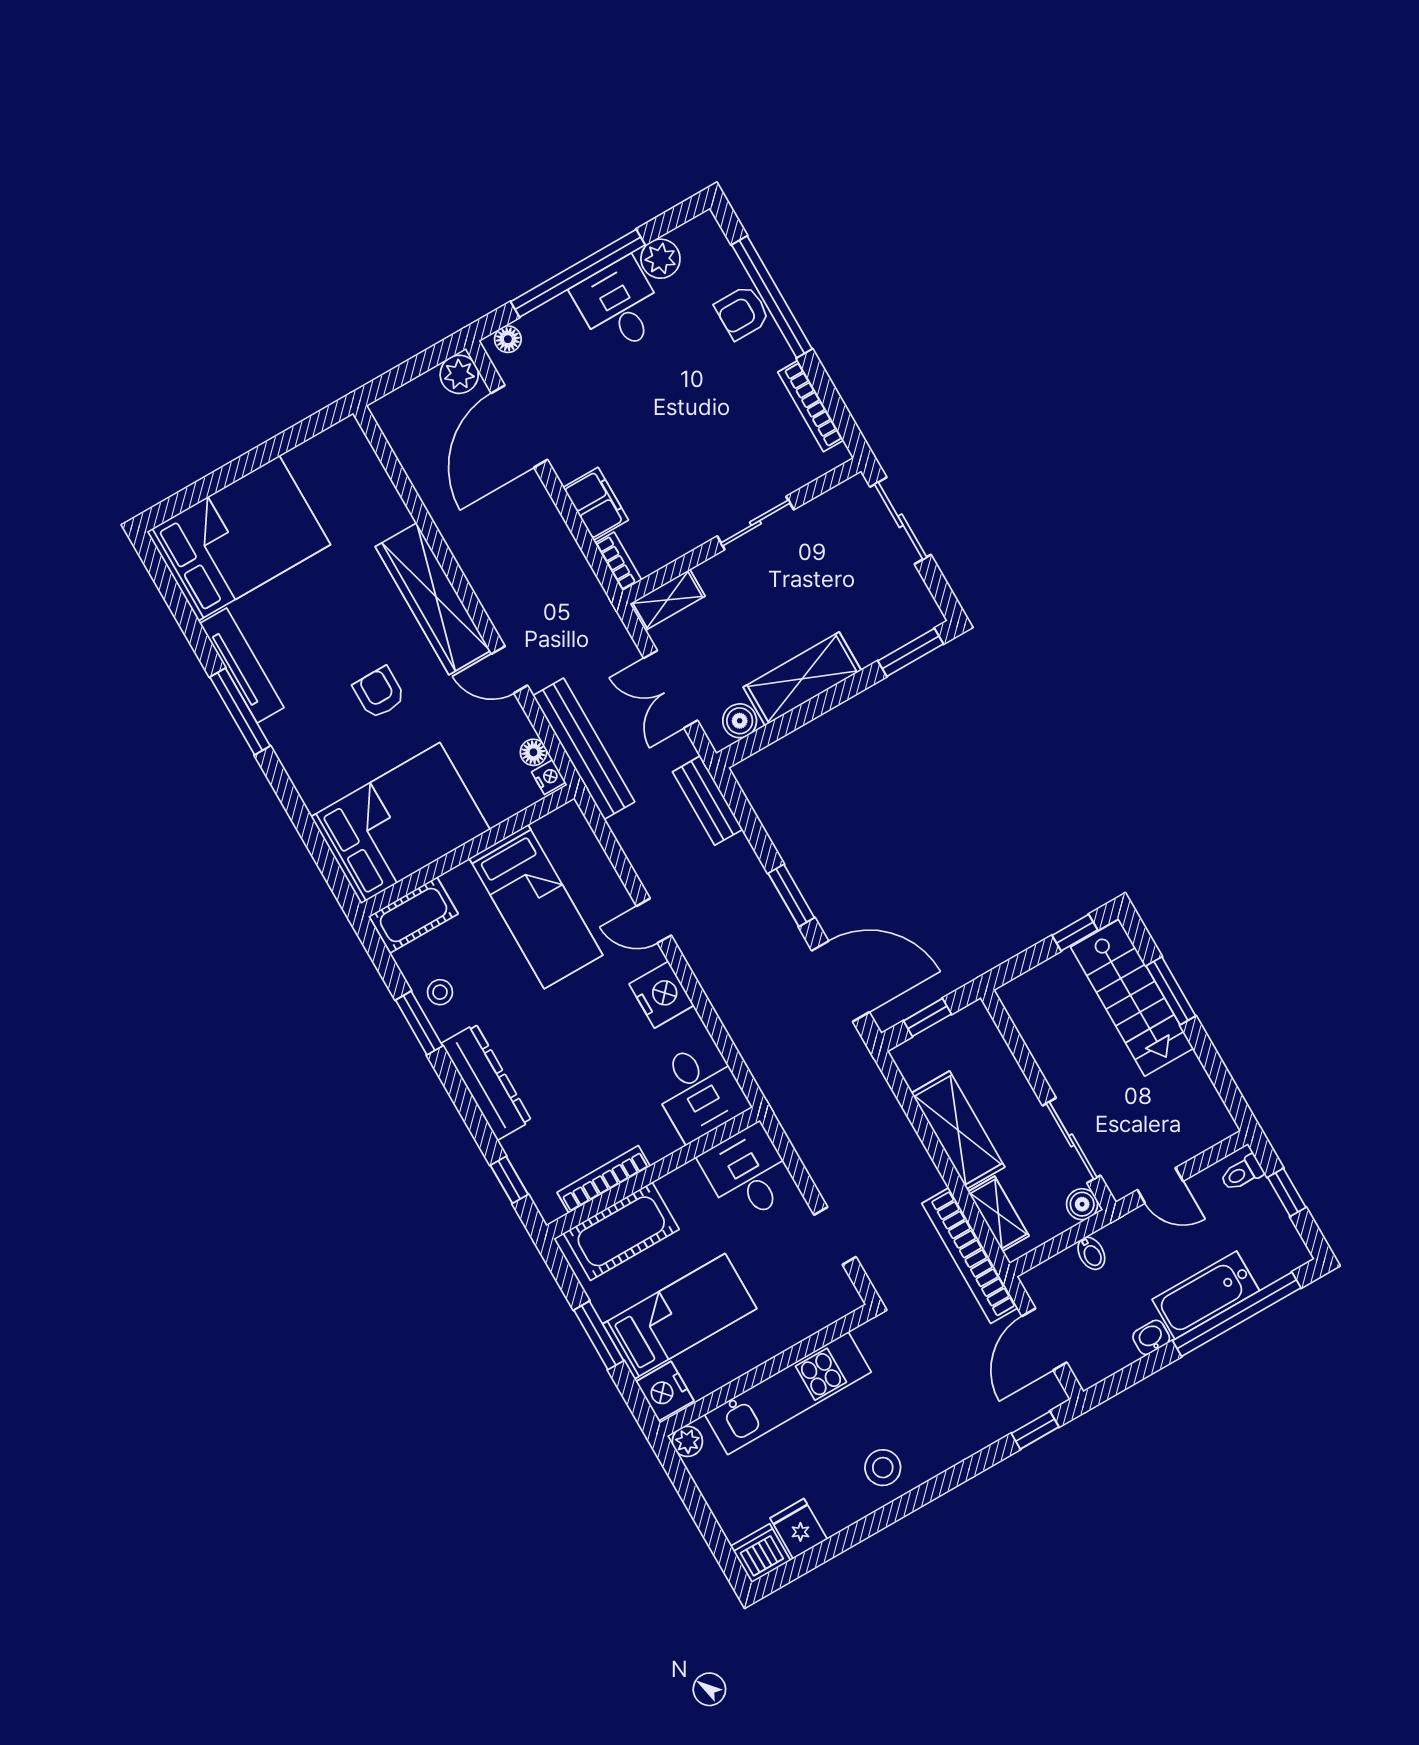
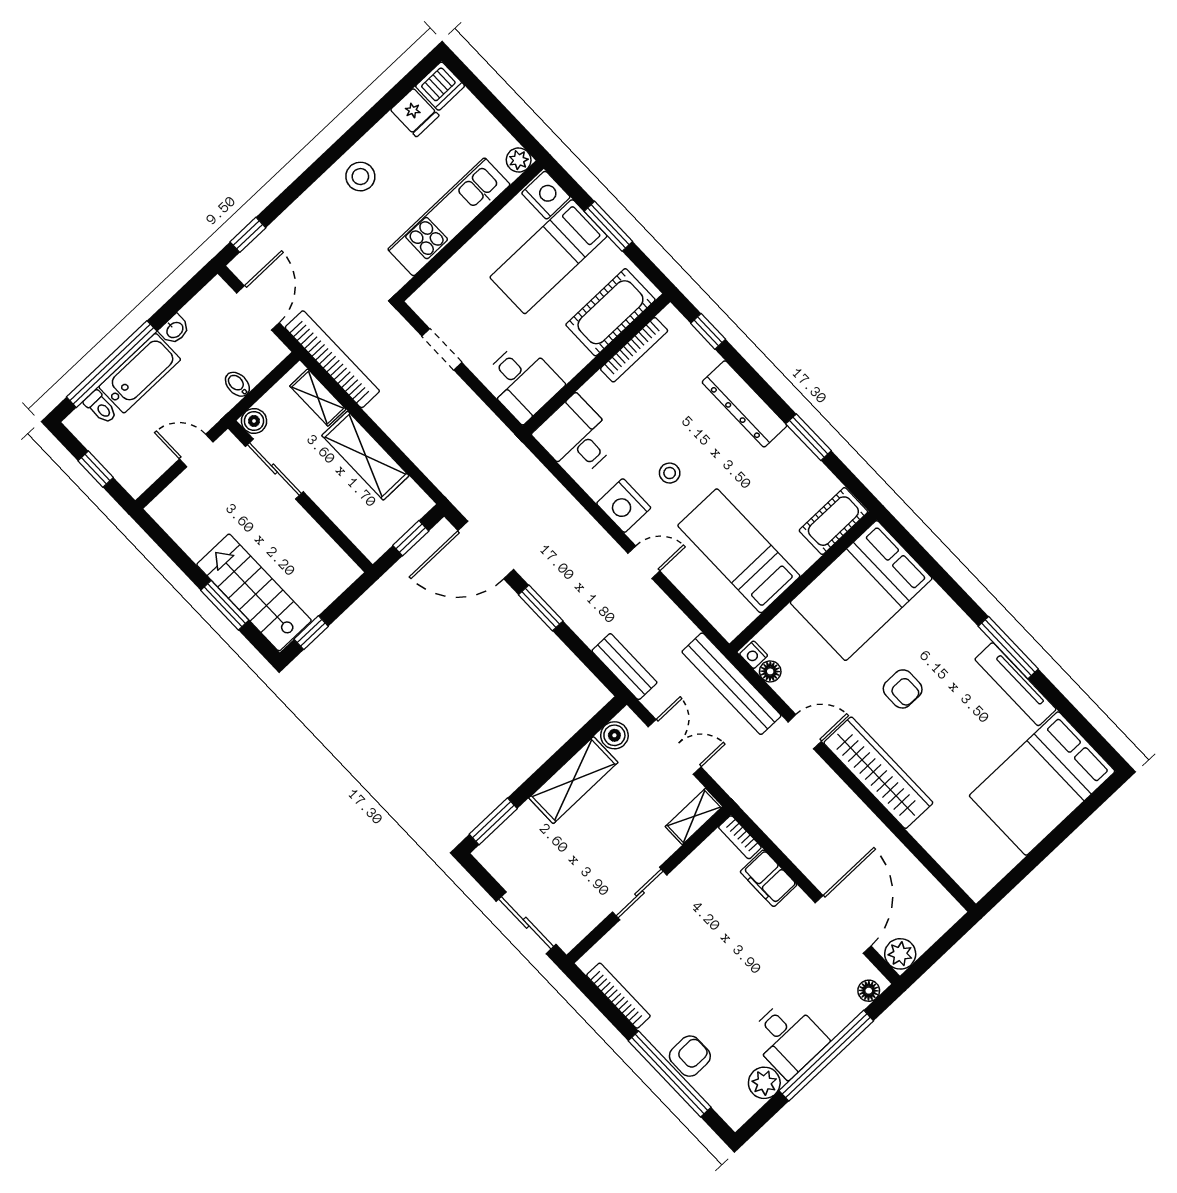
stool: (440, 992) -> (670, 473), moved
toilet: (1242, 1173) -> (101, 407), moved, turned 90

